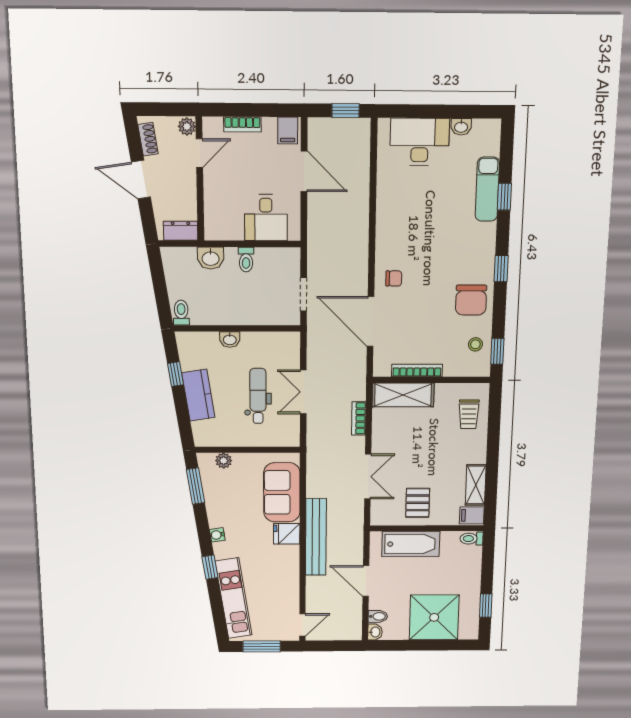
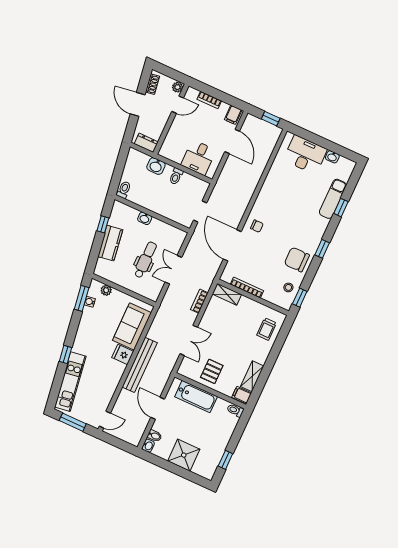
chair: (471, 300) -> (297, 259), turned 90
shelving: (403, 395) -> (227, 294), width x0.67, depth x0.75
water cooler: (217, 535) -> (90, 302), moved
shower: (434, 617) -> (184, 455), width x0.73, depth x0.73

